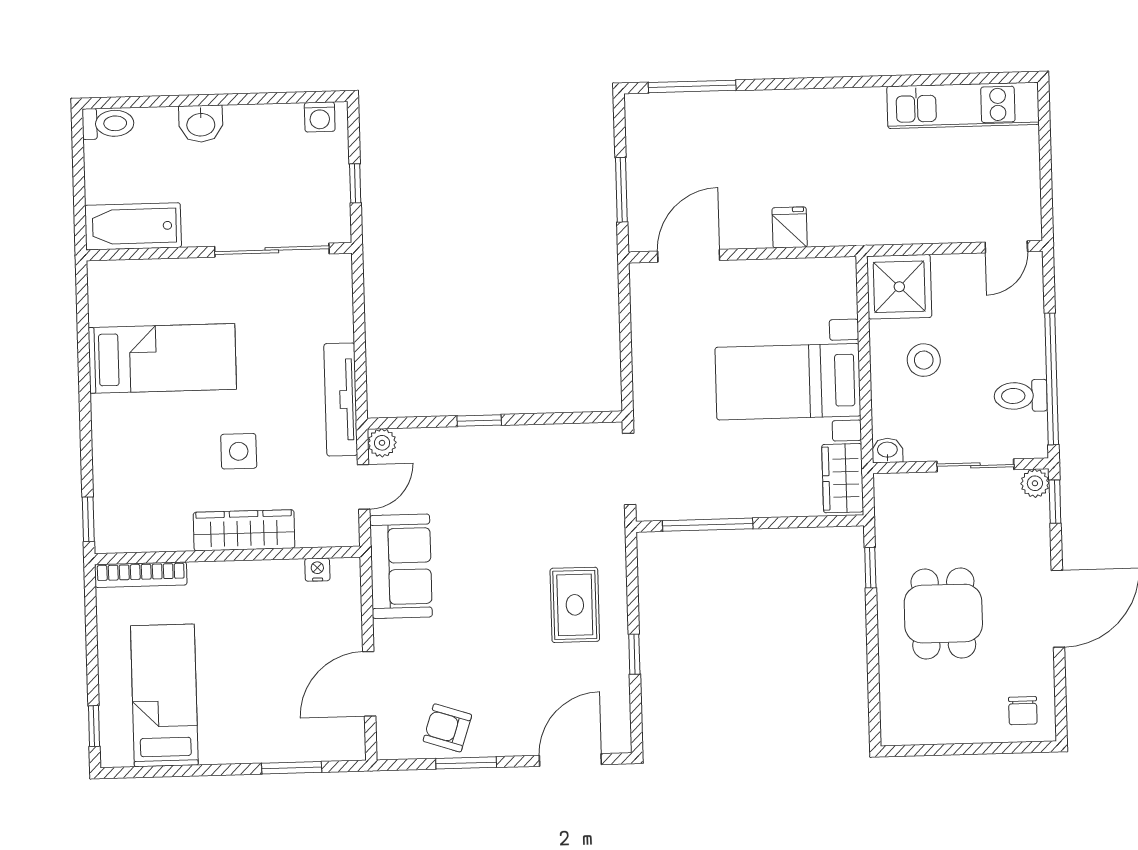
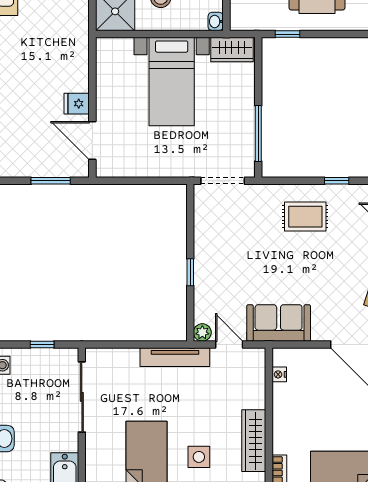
fridge: (790, 227) -> (77, 104), moved
side table: (239, 451) -> (199, 457), moved
wardrobe: (244, 530) -> (254, 441), moved

